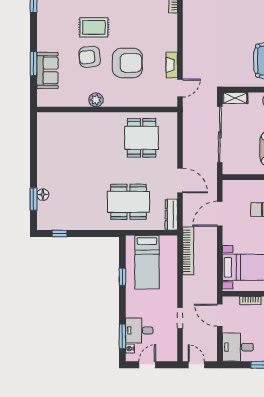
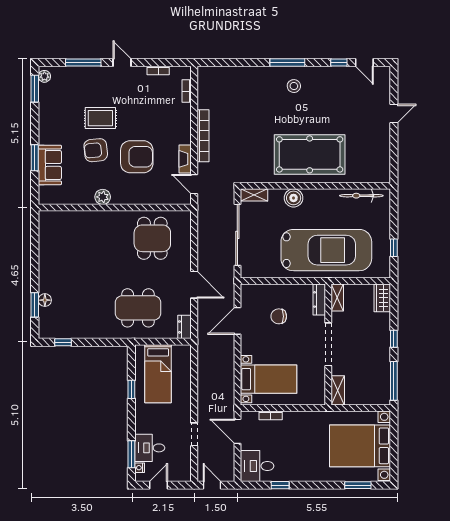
door: (180, 88) -> (194, 184), swing flipped
dresser: (171, 215) -> (185, 327), width x0.70
bookcase: (188, 251) -> (203, 136), moved

